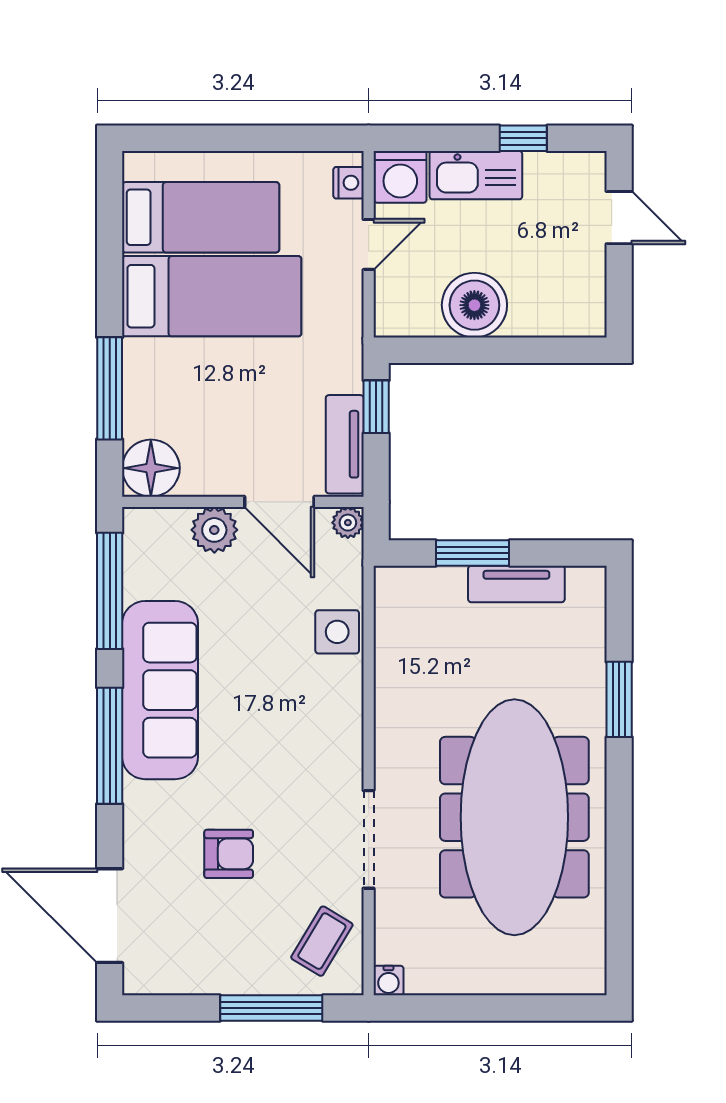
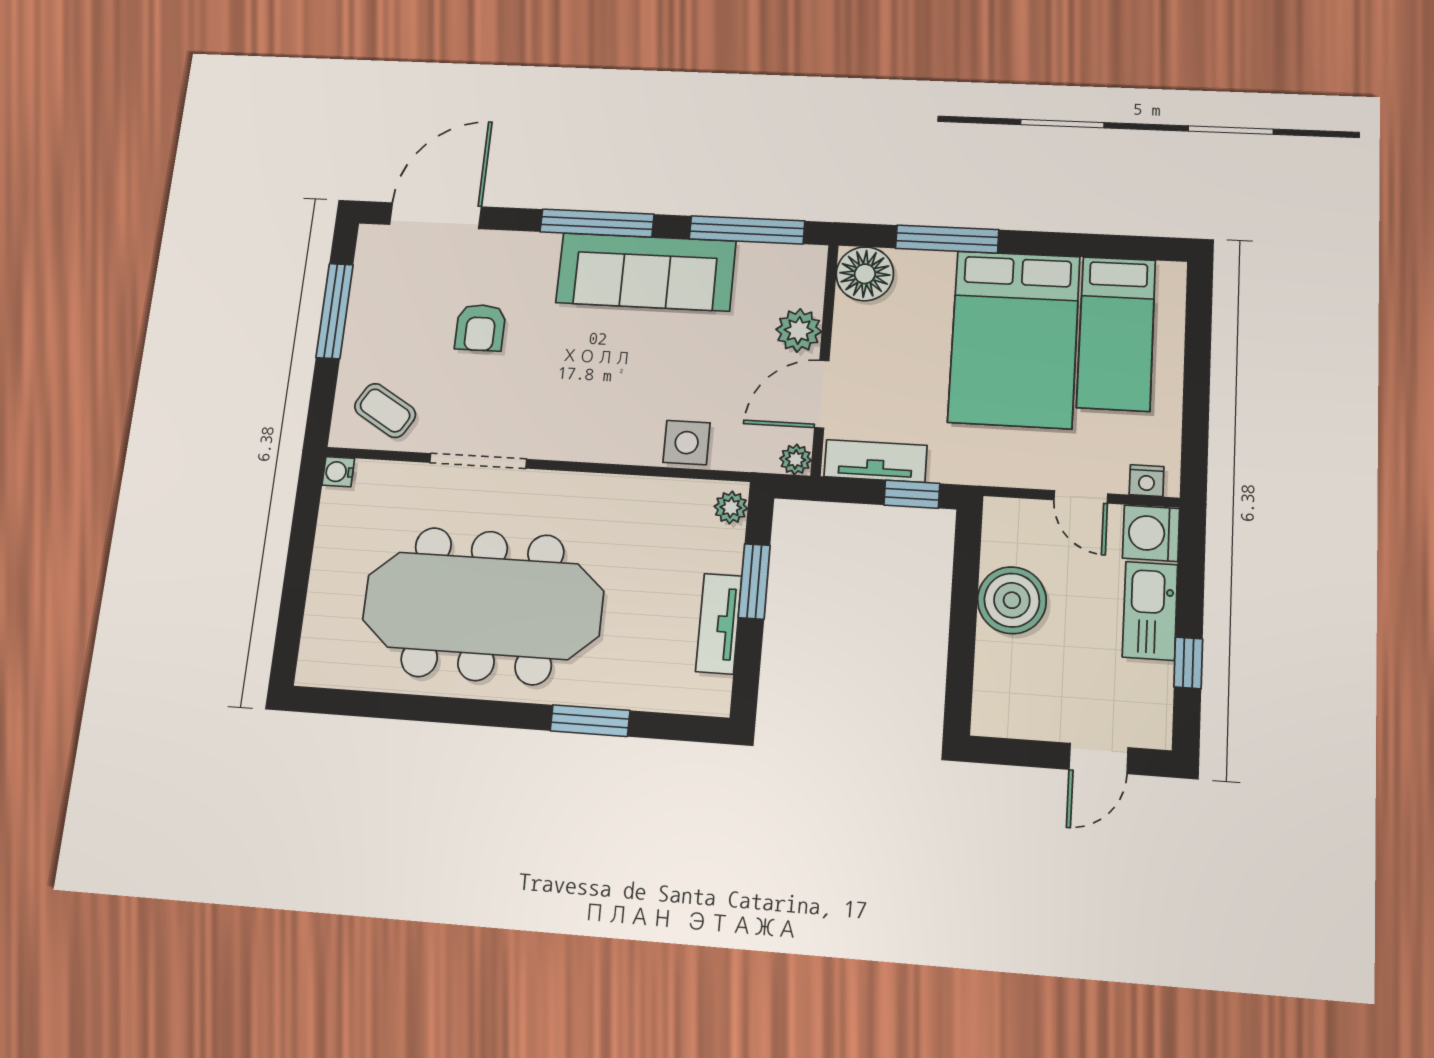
bed: (212, 296) -> (1014, 339), width x1.50
plant: (400, 582) -> (731, 507), added
window: (271, 1008) -> (335, 311), moved

